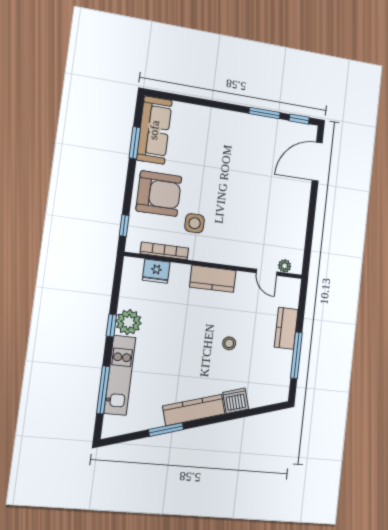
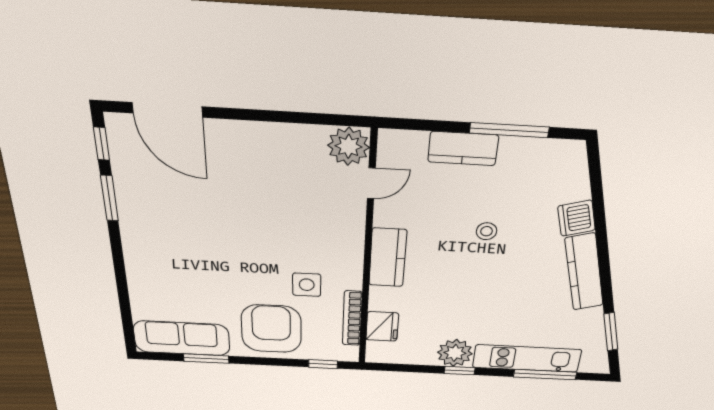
plant: (285, 266) -> (349, 146), width x1.88, depth x1.88
window: (166, 430) -> (611, 332), moved

